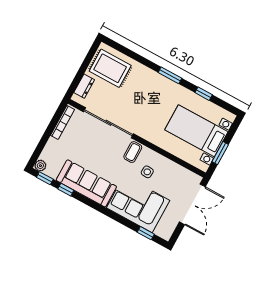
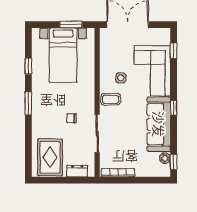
chair: (135, 107) -> (71, 118), added
sliding door: (108, 123) -> (97, 134), width x0.73
plant: (40, 166) -> (165, 158), moved
window: (66, 190) -> (174, 108), moved

